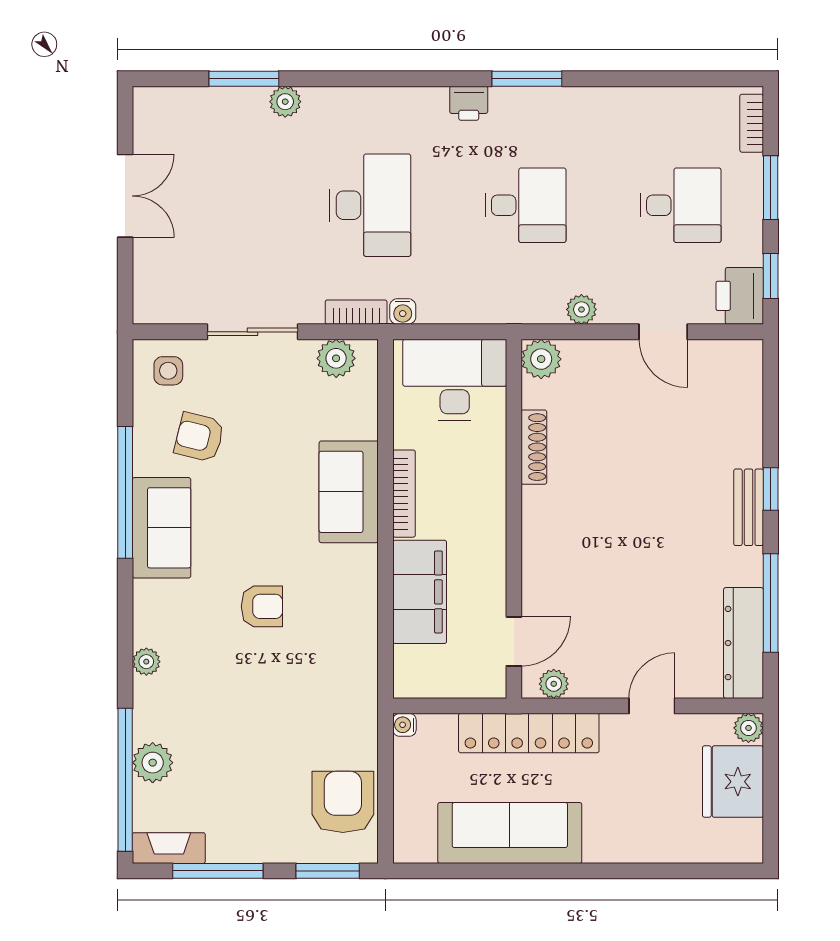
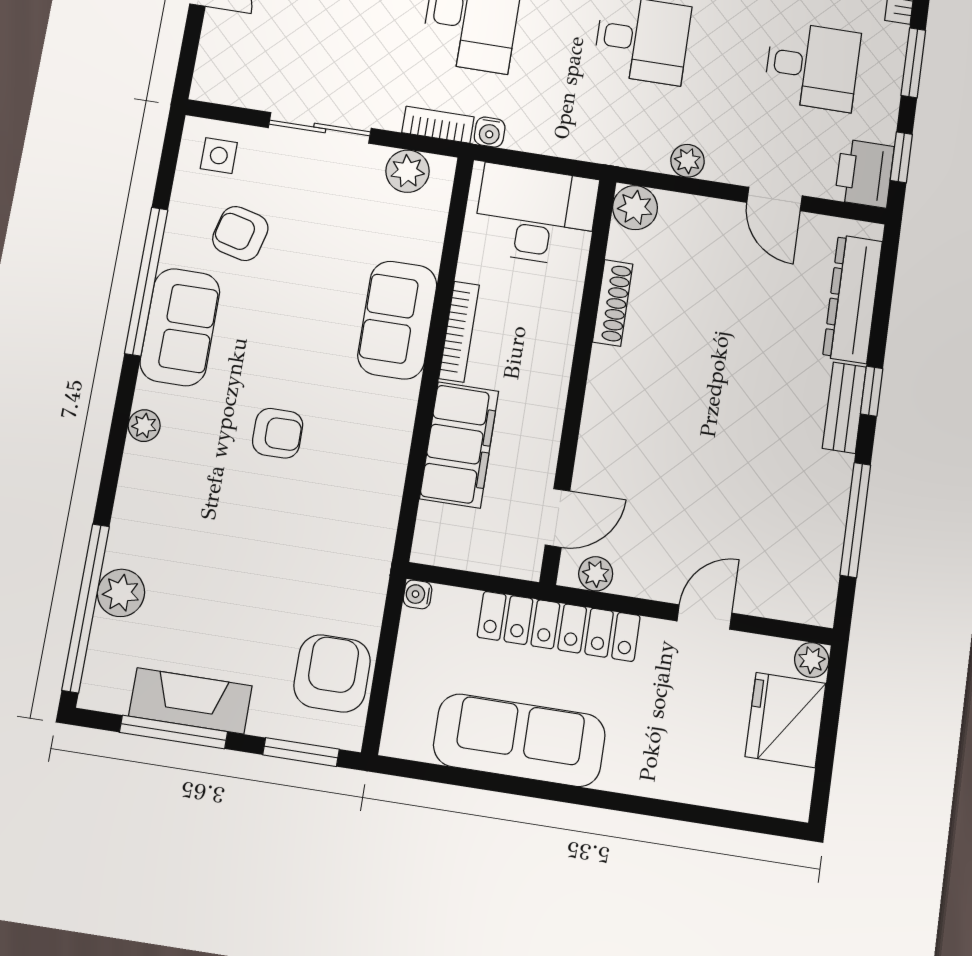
dresser: (743, 643) -> (852, 299), moved
plant: (146, 662) -> (144, 426), moved
fireplace: (169, 848) -> (190, 701), moved, width x1.37, depth x1.32

